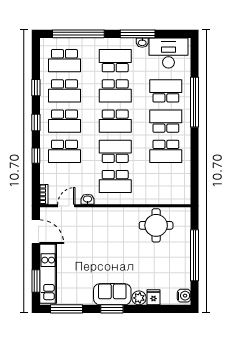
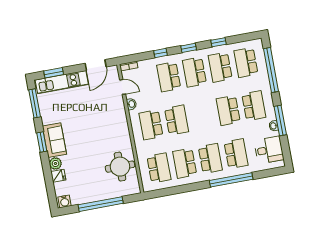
desk: (168, 53) -> (269, 150), width x0.73
school desk: (115, 121) -> (159, 168), moved, turned 180

